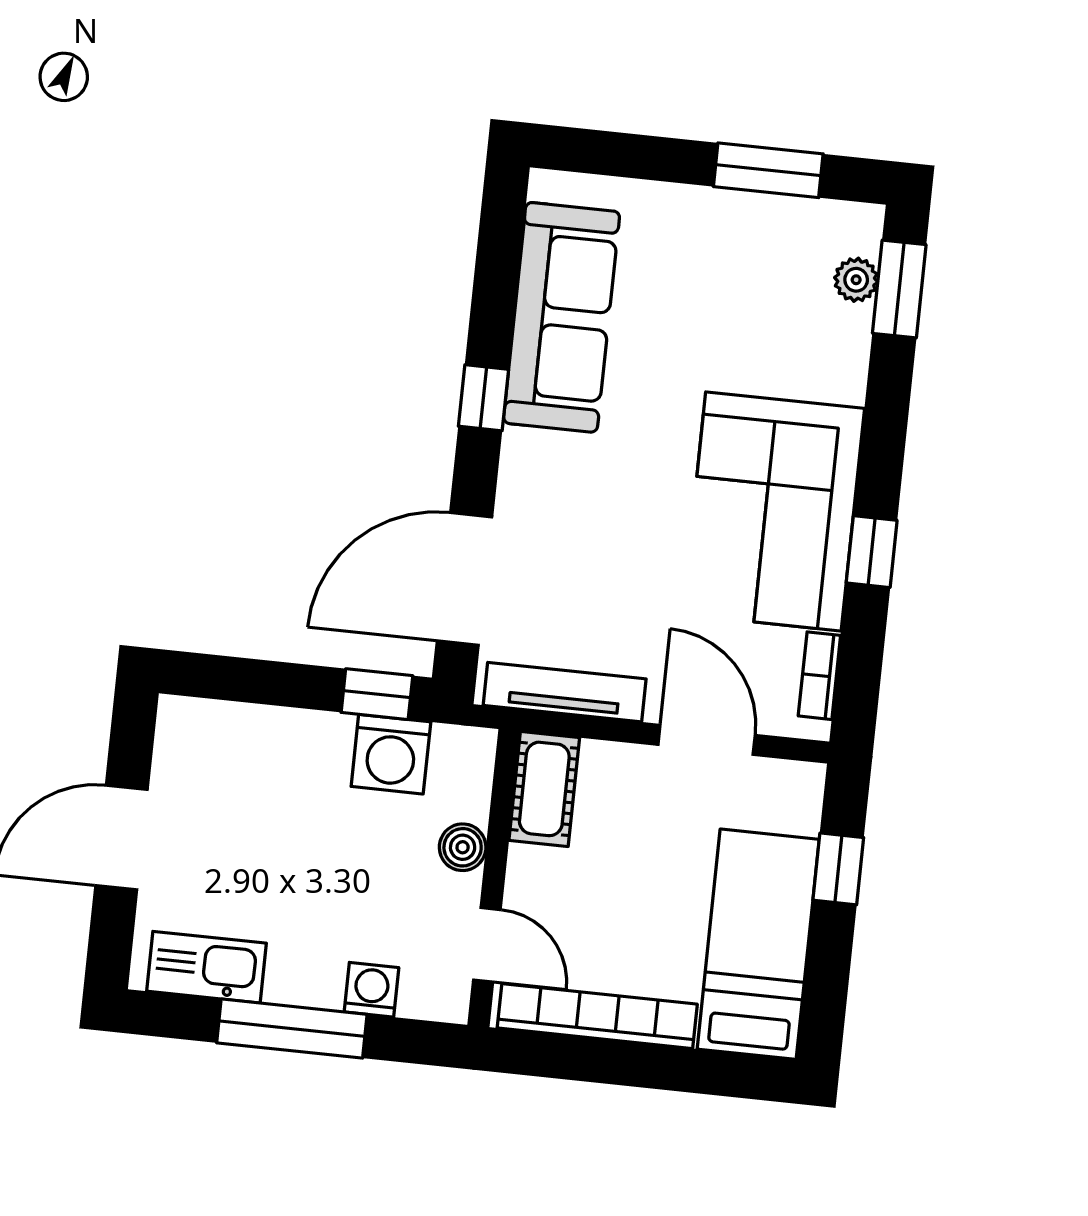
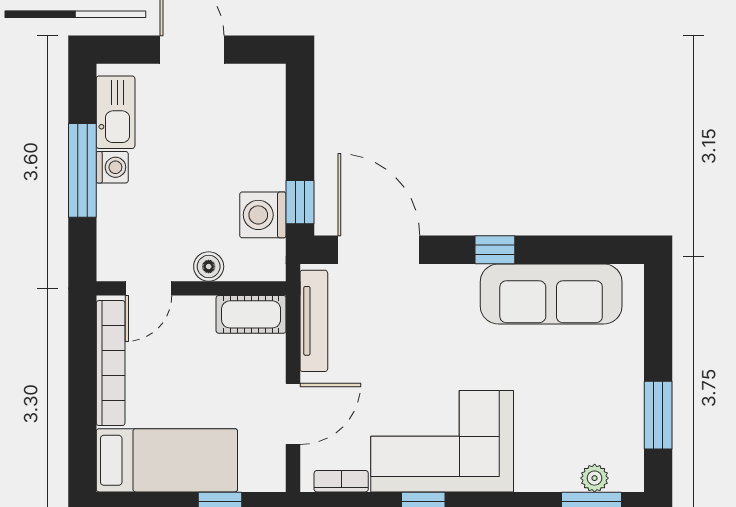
washing machine: (371, 990) -> (112, 167), moved

